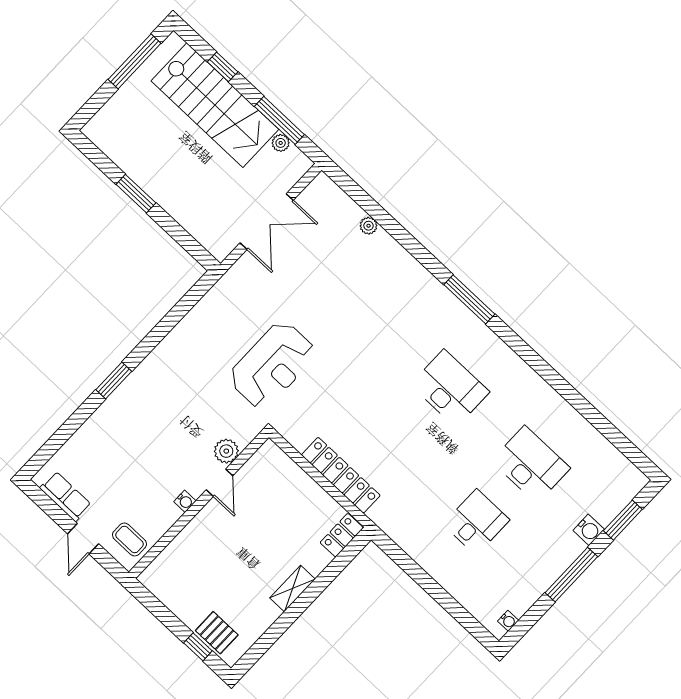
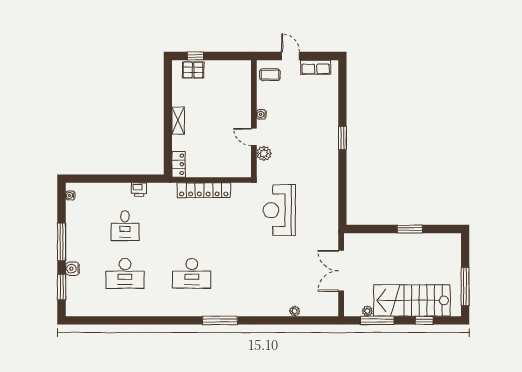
printer: (418, 550) -> (139, 190), added

